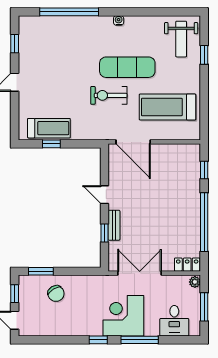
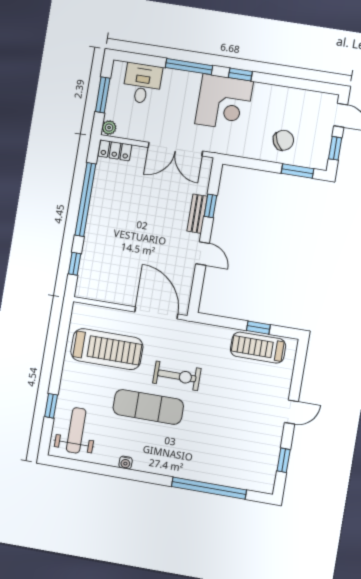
water cooler: (119, 20) -> (126, 463), moved
chair: (56, 294) -> (283, 140), turned 93
corner desk: (123, 316) -> (224, 103), moved

